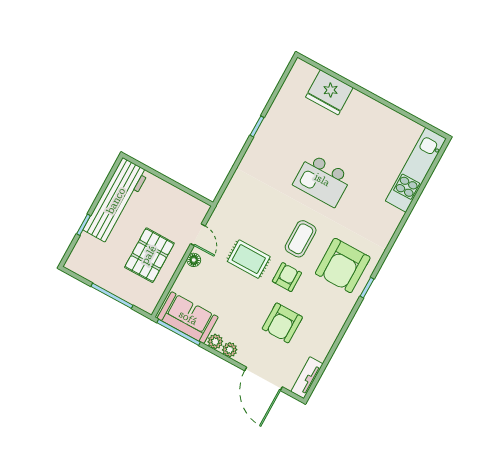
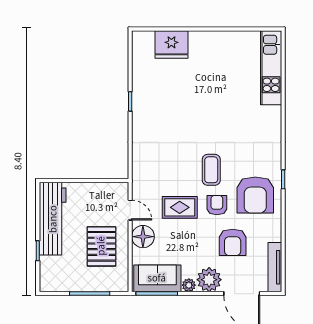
kitchen island: (322, 180) -> (203, 115), removed
floor lamp: (194, 260) -> (143, 237), width x1.89, depth x1.89
armchair: (343, 265) -> (255, 195), moved
plant: (230, 350) -> (209, 280), width x1.87, depth x1.87
tv unit: (307, 378) -> (275, 267), width x1.41

